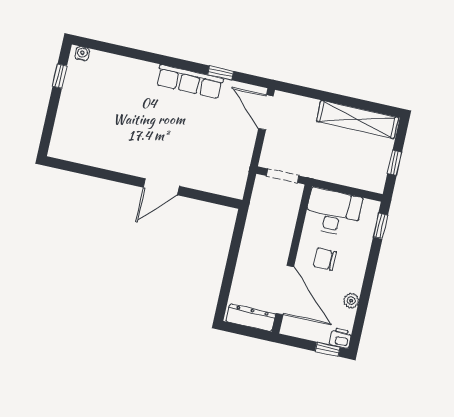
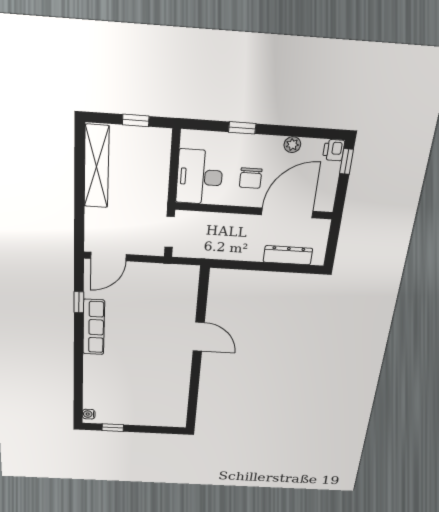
window: (380, 226) -> (242, 128), moved
dresser: (251, 318) -> (288, 255), moved, turned 90

